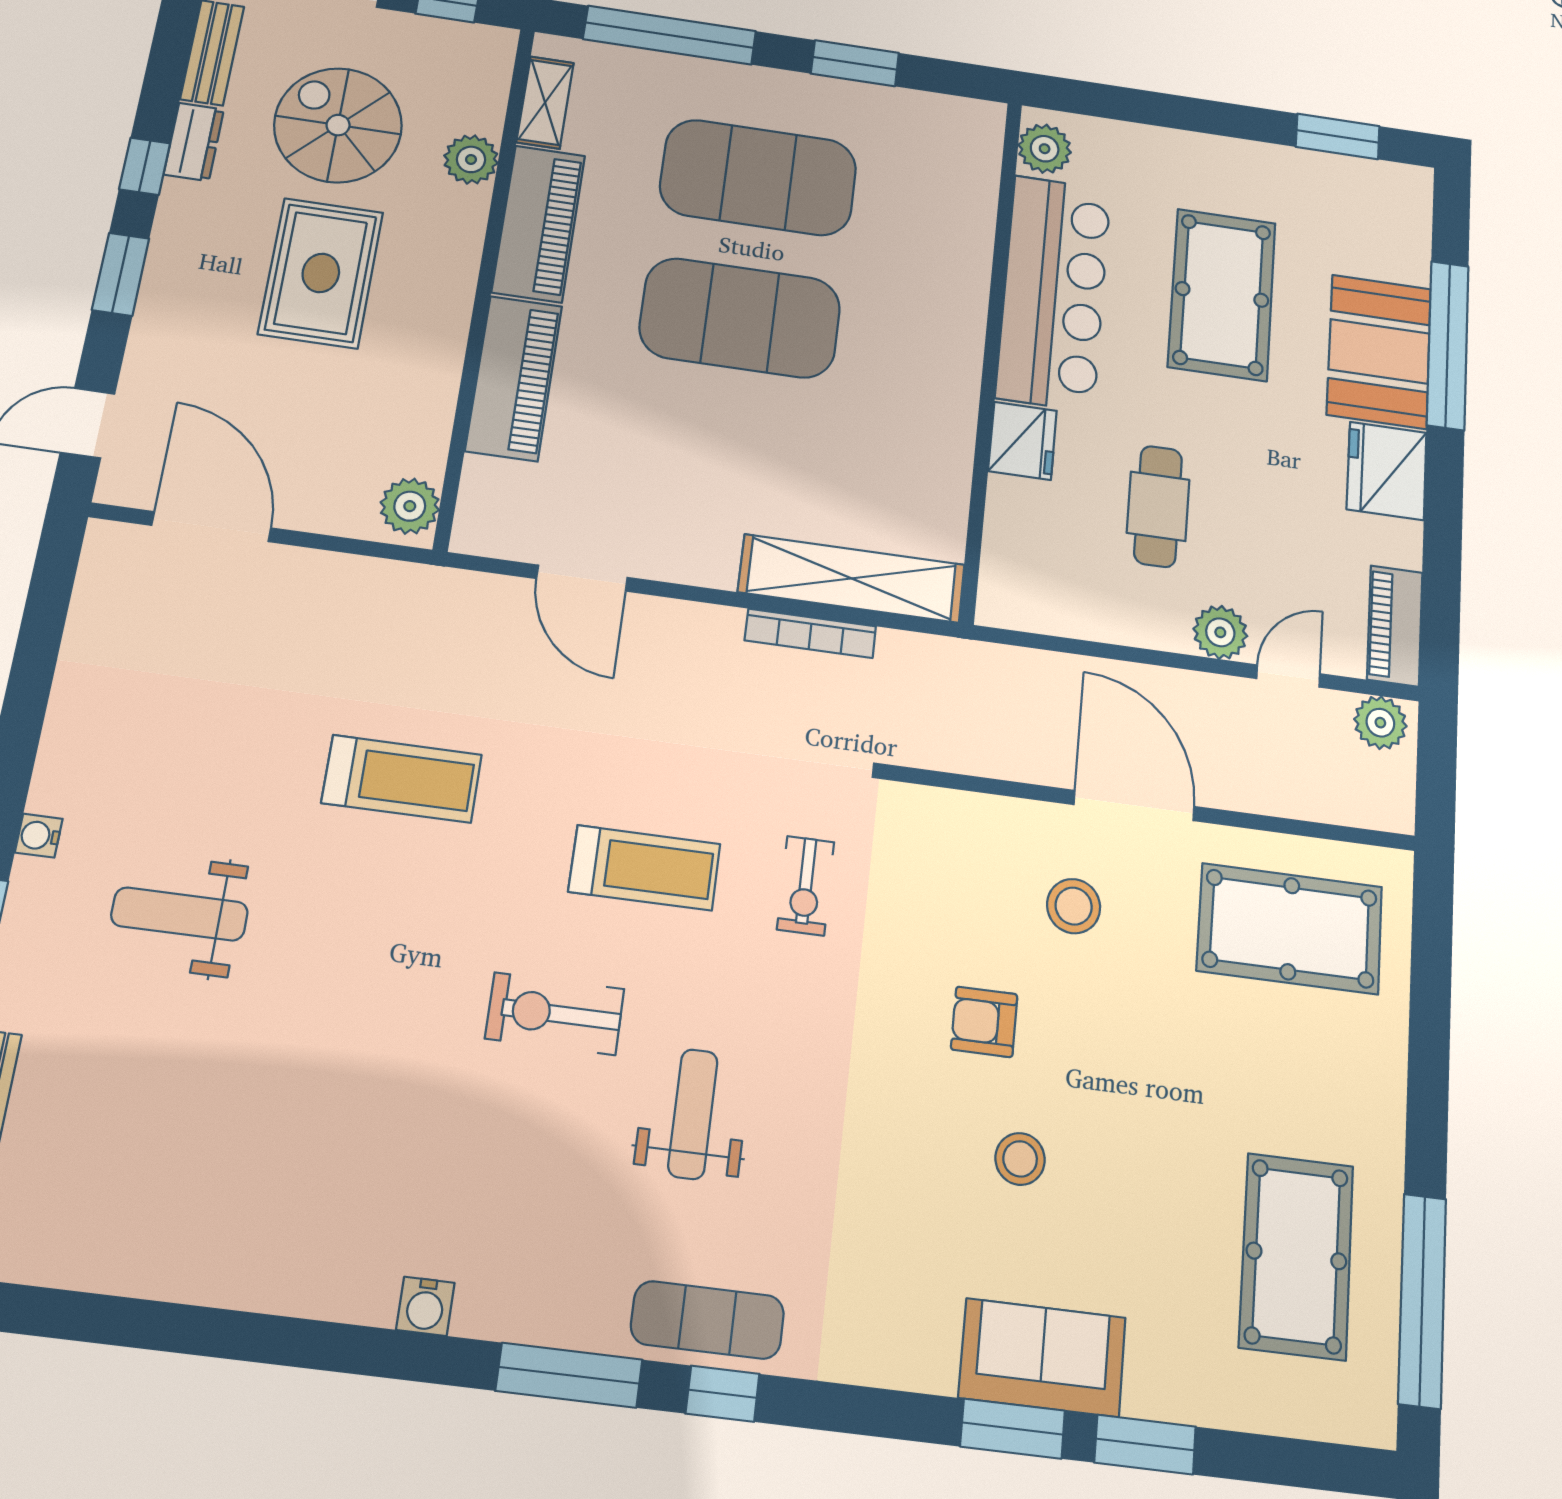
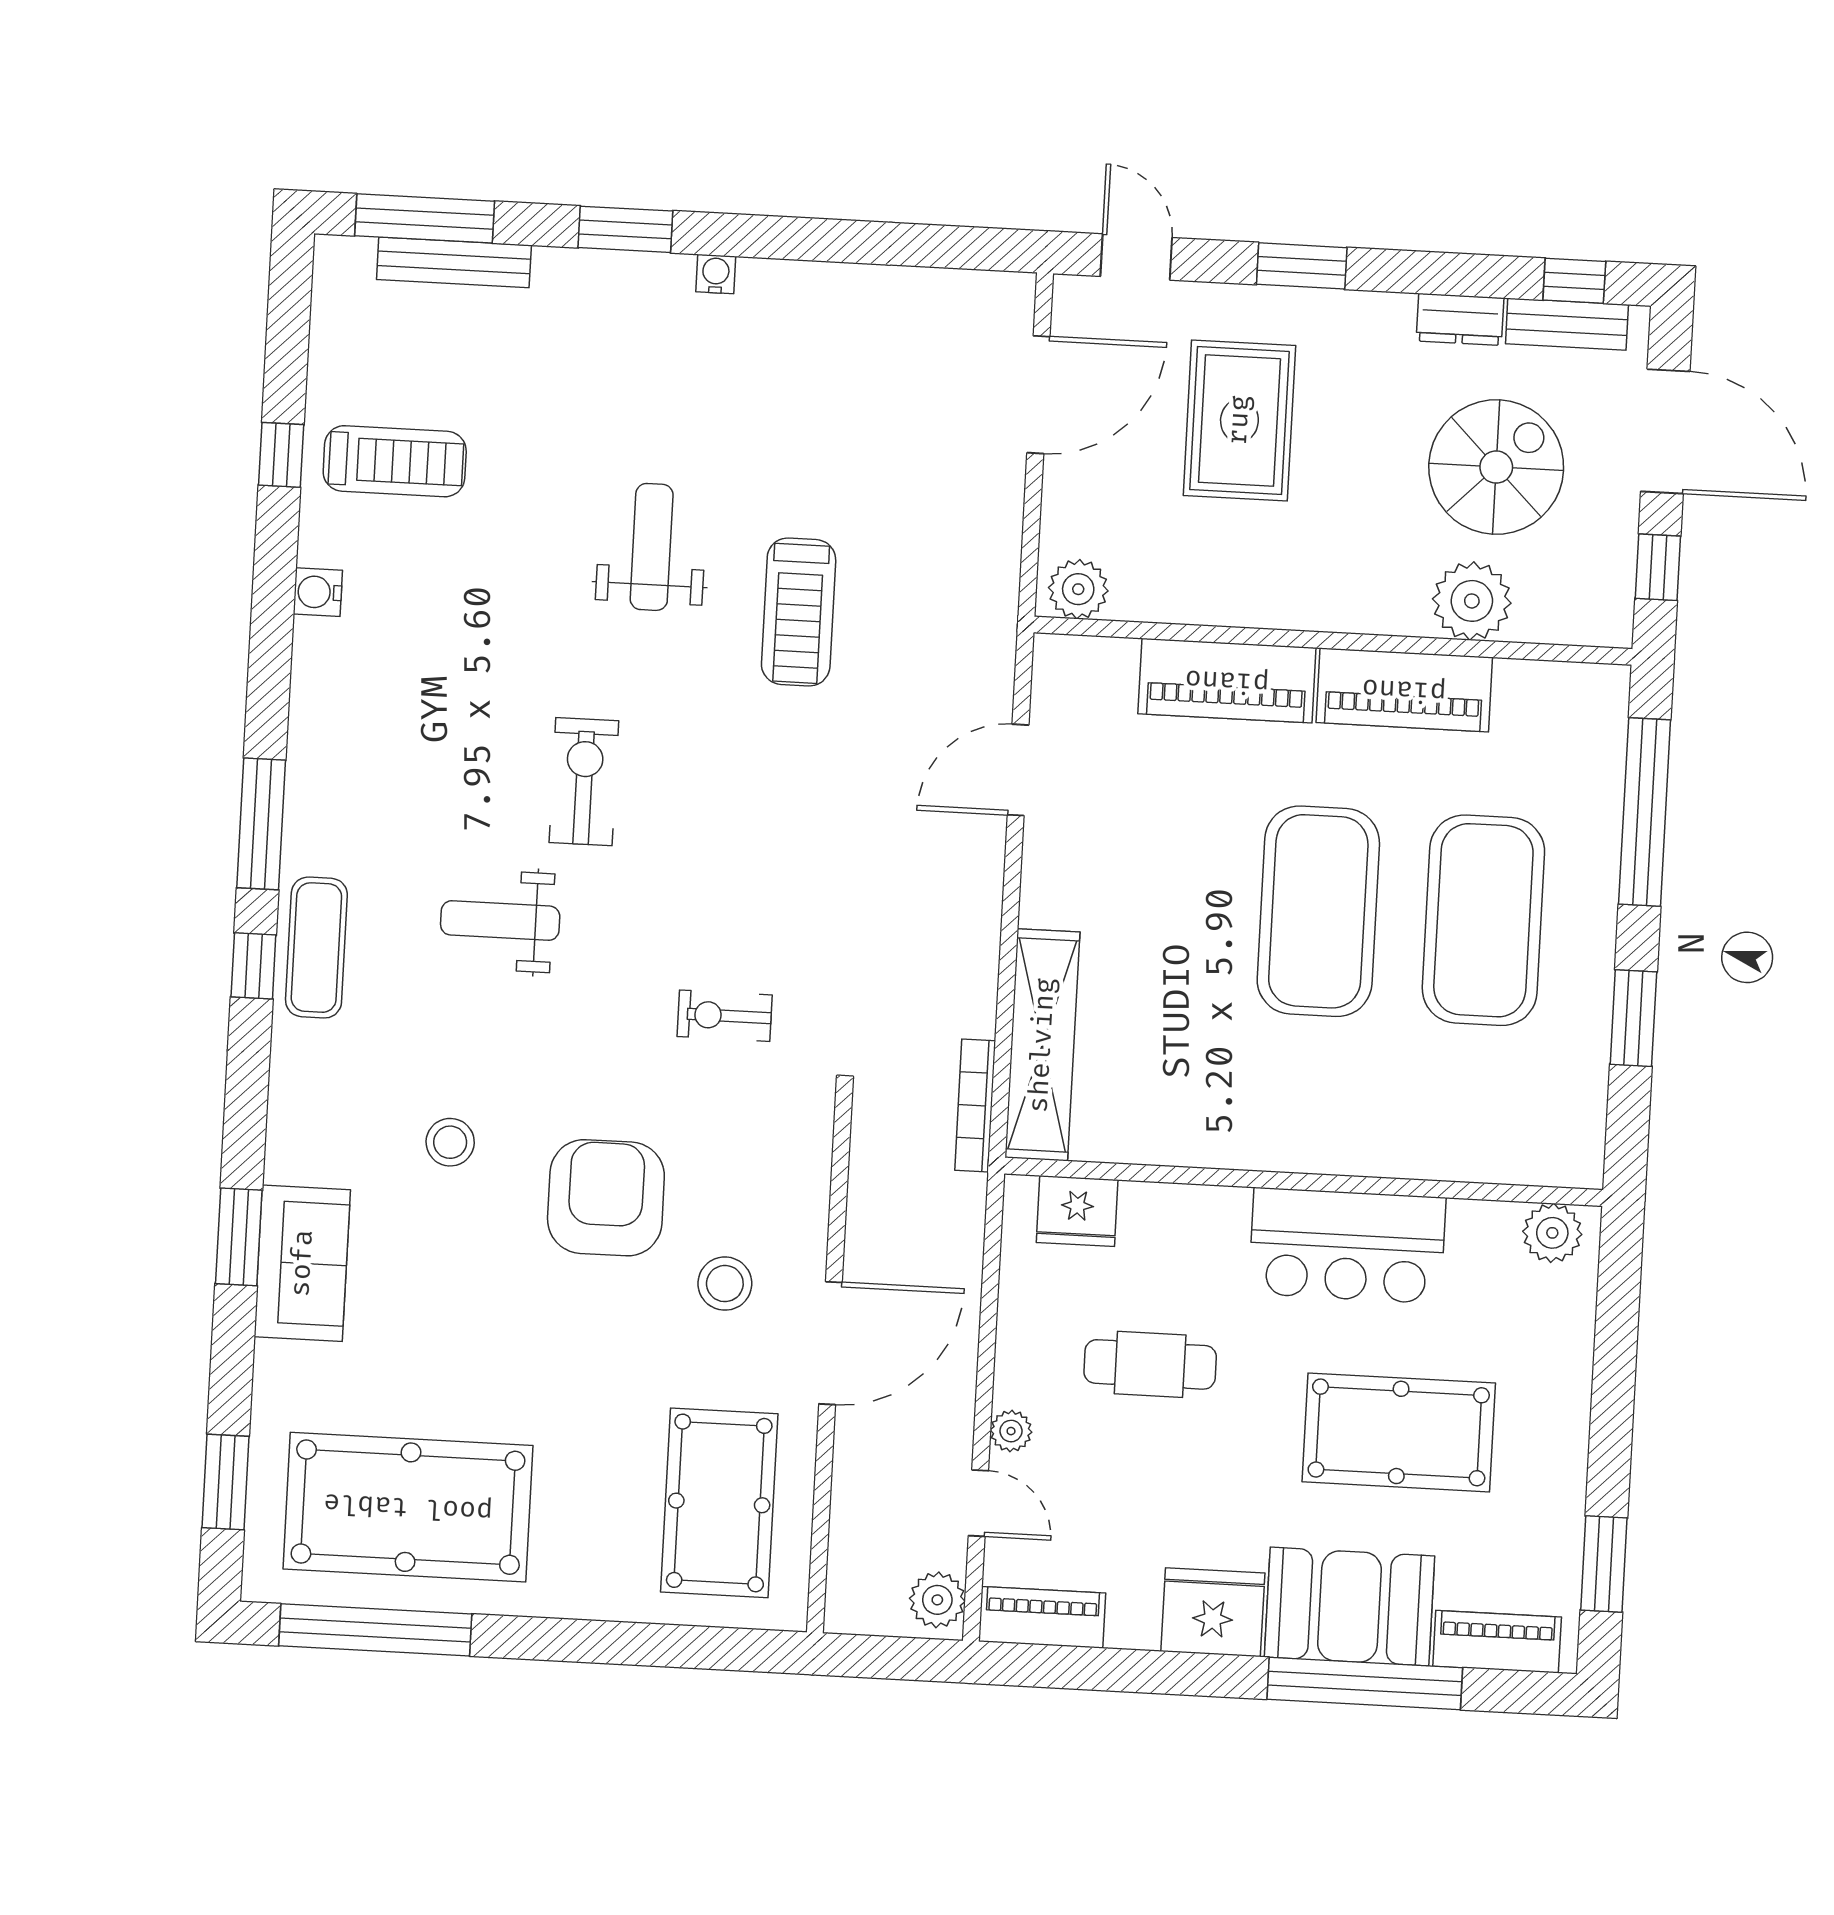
shelving: (545, 102) -> (1548, 684), removed
plant: (471, 159) -> (1472, 601), width x1.36, depth x1.36
window: (145, 166) -> (1574, 281), moved
piano: (1408, 230) -> (1497, 1642), added
rug: (321, 273) -> (1239, 420), moved, turned 90
bar counter: (1054, 292) -> (1347, 1246), width x0.73
fridge: (1023, 441) -> (1077, 1211), moved
plant: (1220, 632) -> (1011, 1431), width x0.73, depth x0.73
bookcase: (810, 633) -> (975, 1106), moved
treadmill: (644, 868) -> (395, 461), moved, turned -90
weight bench: (179, 914) -> (652, 547), moved
armchair: (984, 1022) -> (606, 1198), width x1.88, depth x1.88
weight bench: (693, 1114) -> (500, 921), turned 180
stool: (1020, 1159) -> (450, 1142), moved
pool table: (1296, 1256) -> (408, 1507), width x1.36, depth x1.32
water cooler: (425, 1306) -> (318, 592), moved
window: (165, 1327) -> (281, 455), added
window: (1145, 1445) -> (225, 1482), moved

